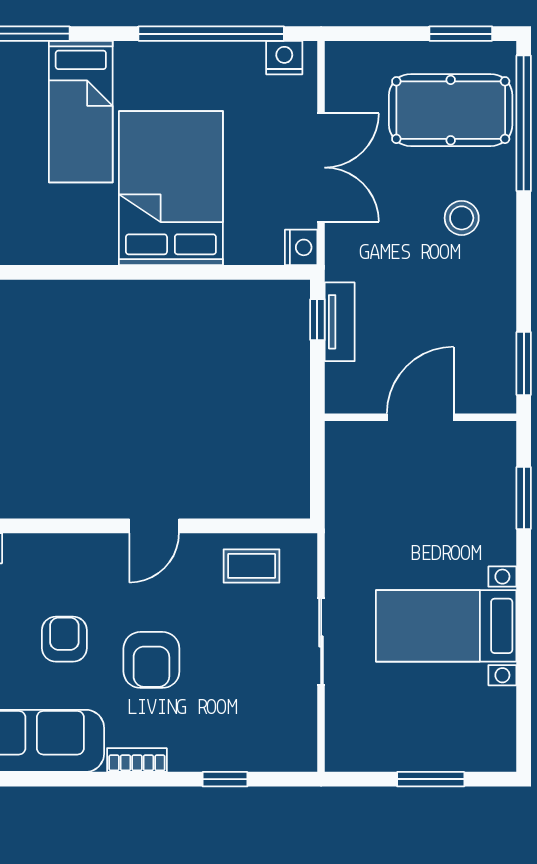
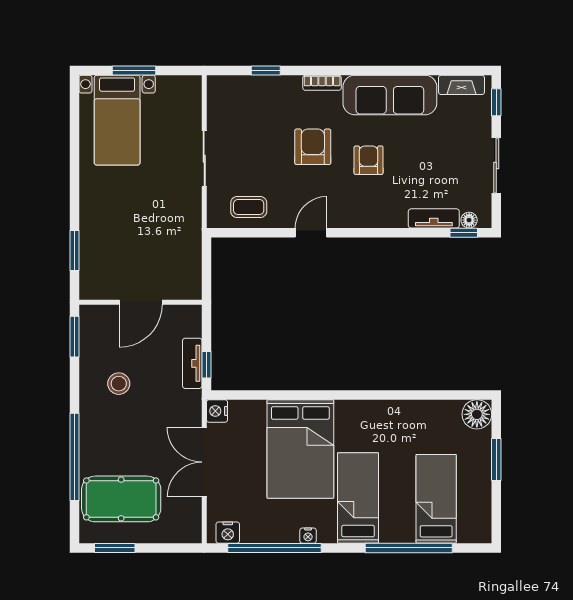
nightstand: (159, 53) -> (308, 536), added
window: (524, 123) -> (74, 457), moved
stool: (462, 218) -> (119, 384), moved
bed with nightstands: (446, 626) -> (117, 120), moved, turned 90
armchair: (64, 639) -> (369, 160), turned 180

